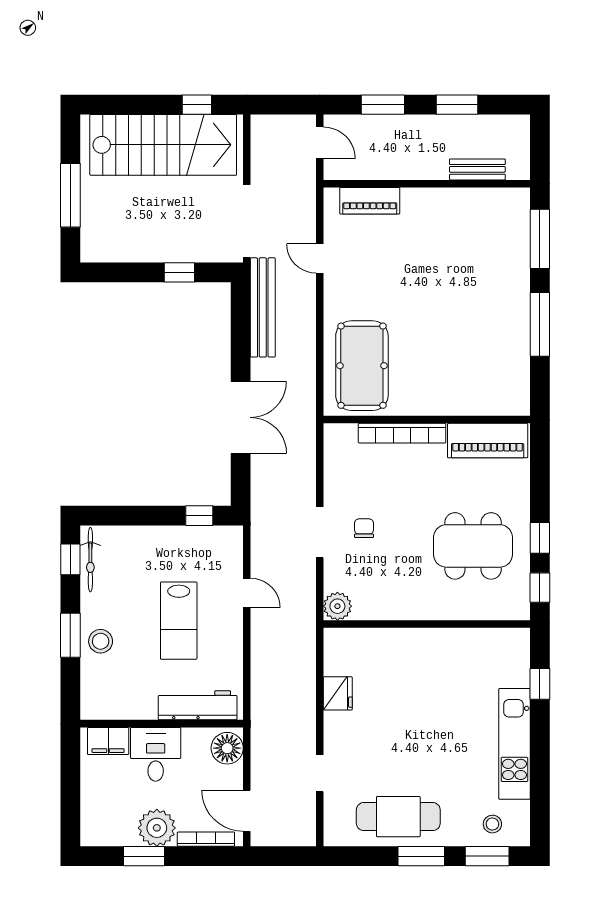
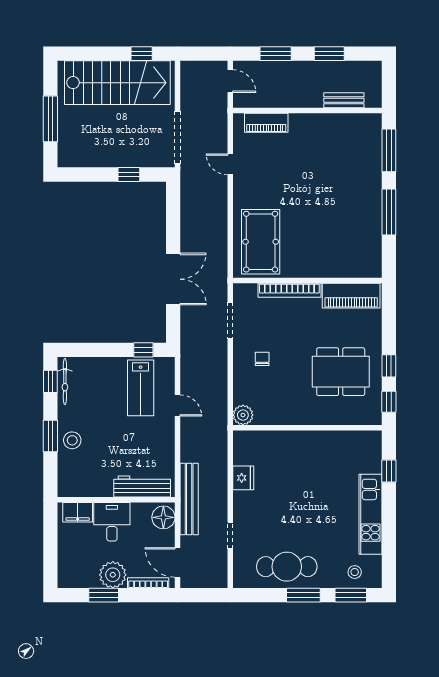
bench: (263, 307) -> (189, 499), moved
doorway: (320, 532) -> (230, 320), moved
lab bench: (179, 621) -> (141, 388), moved

